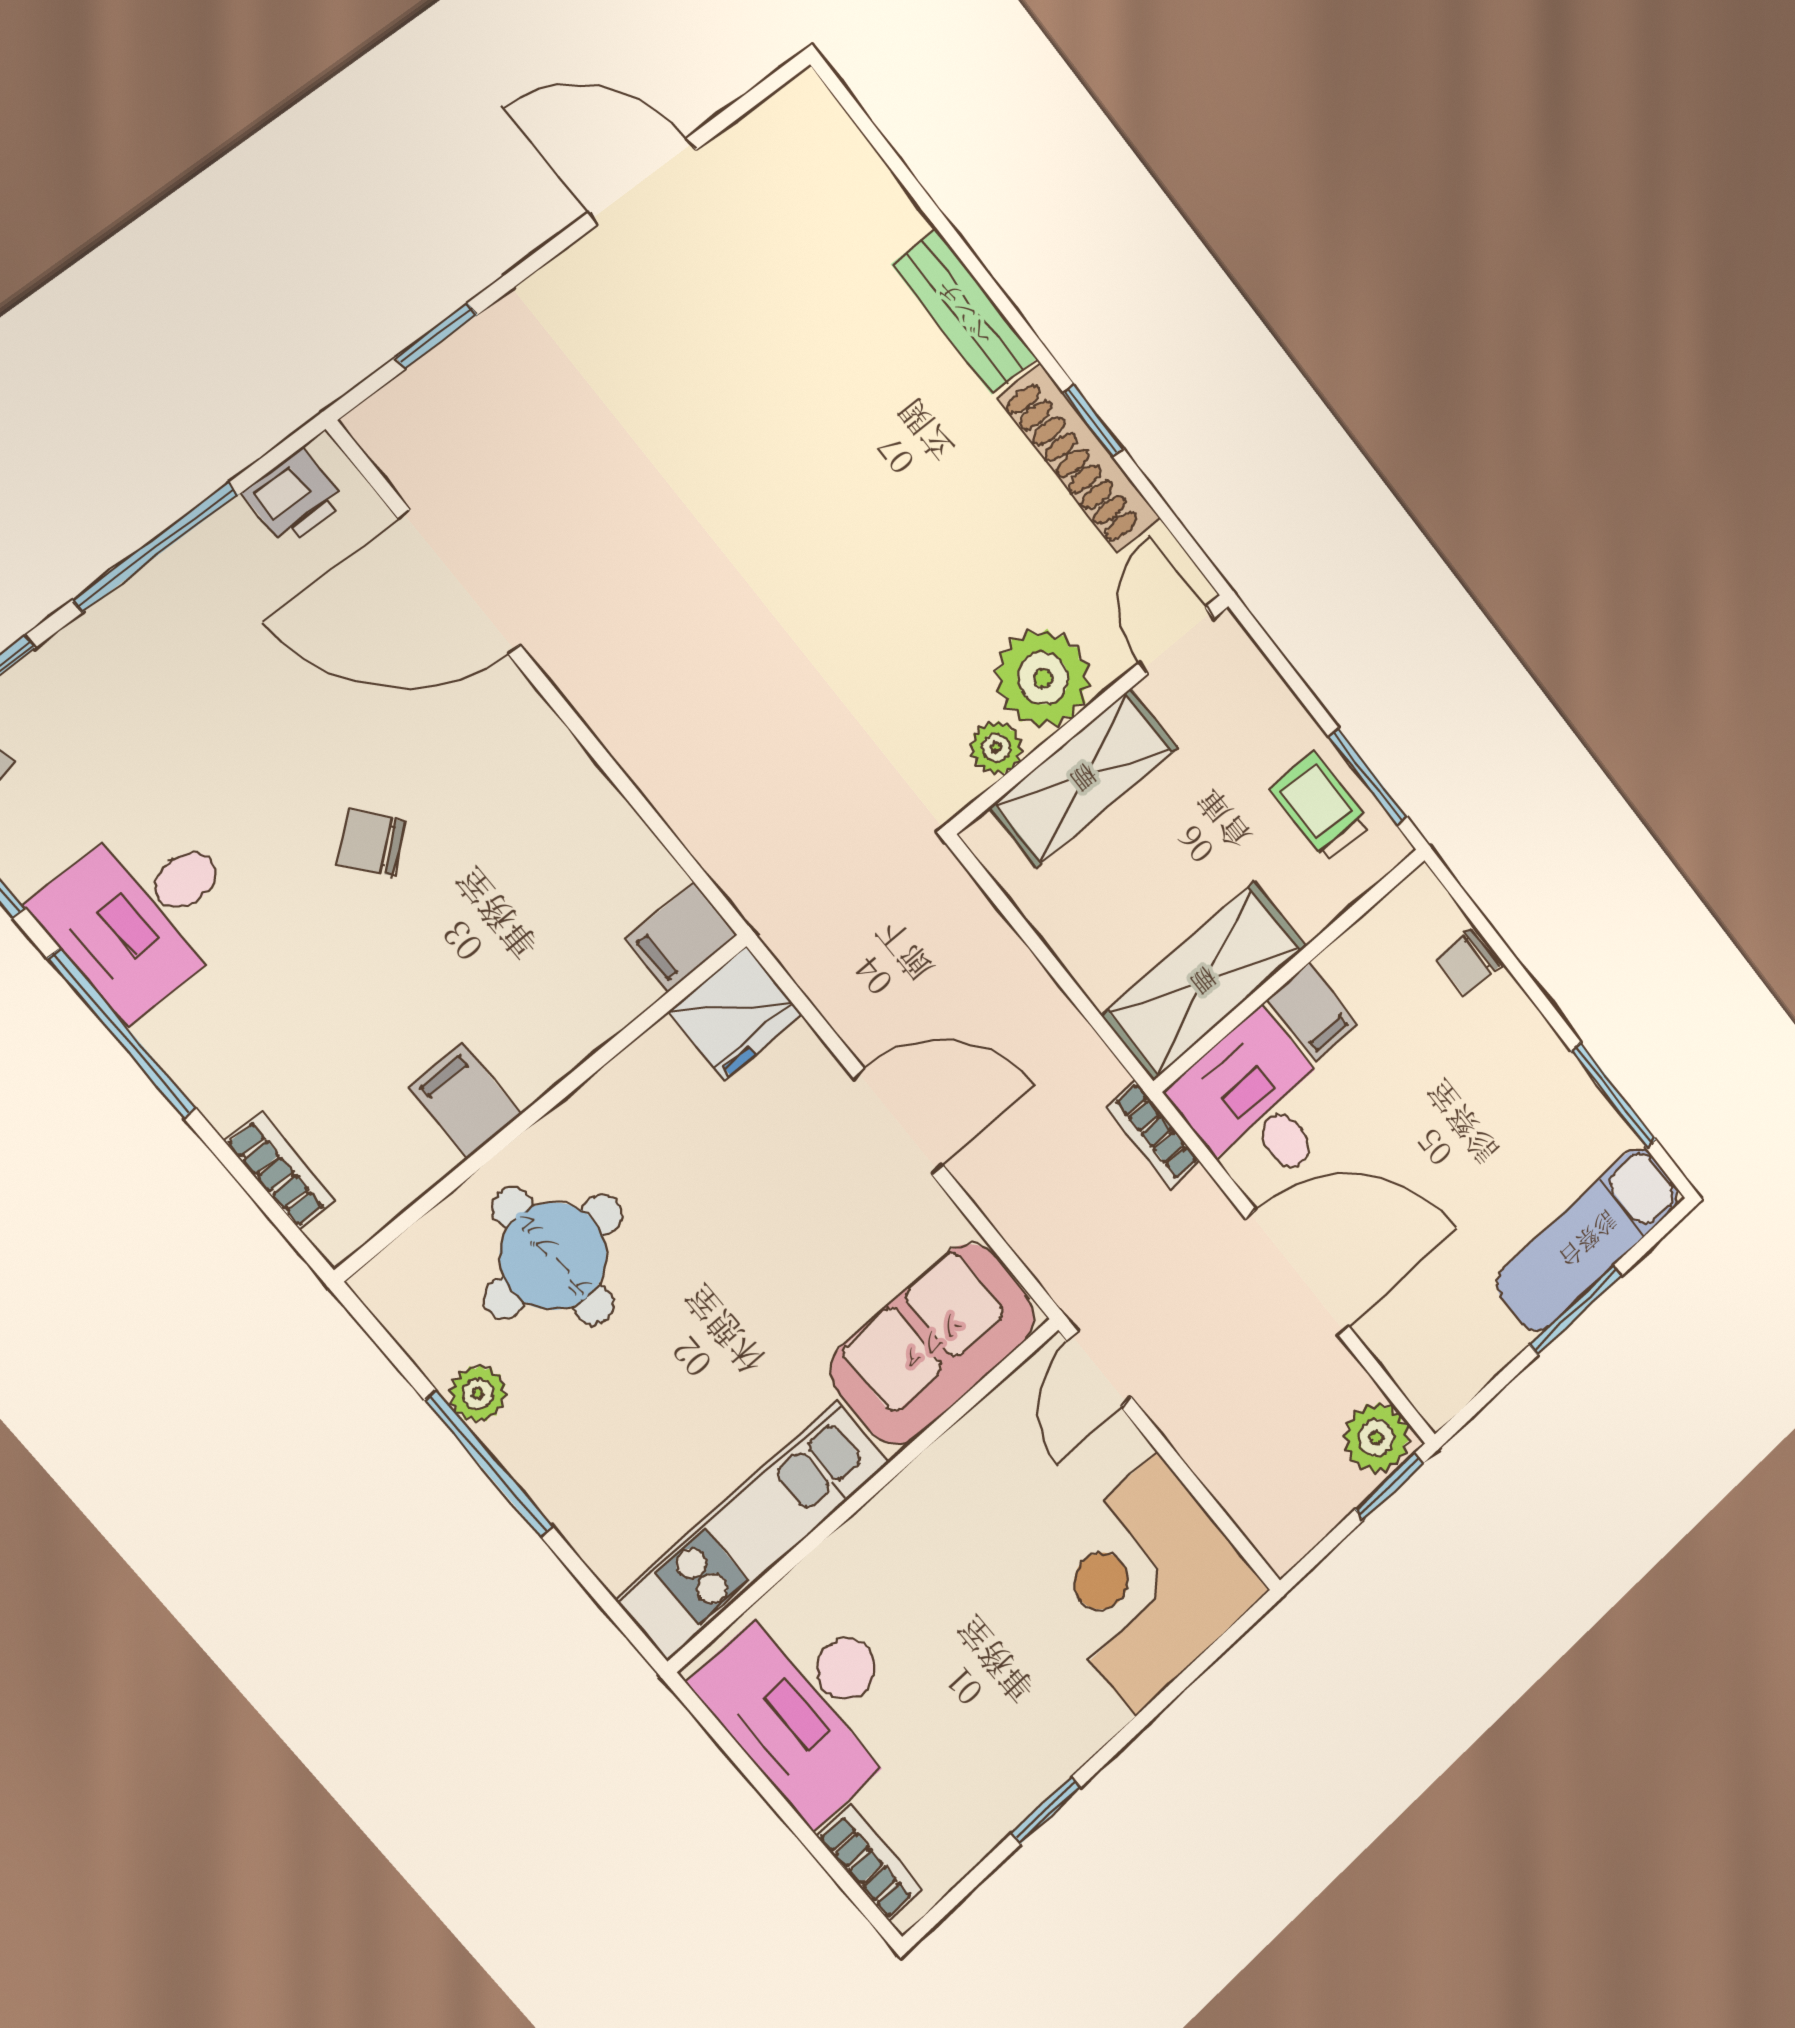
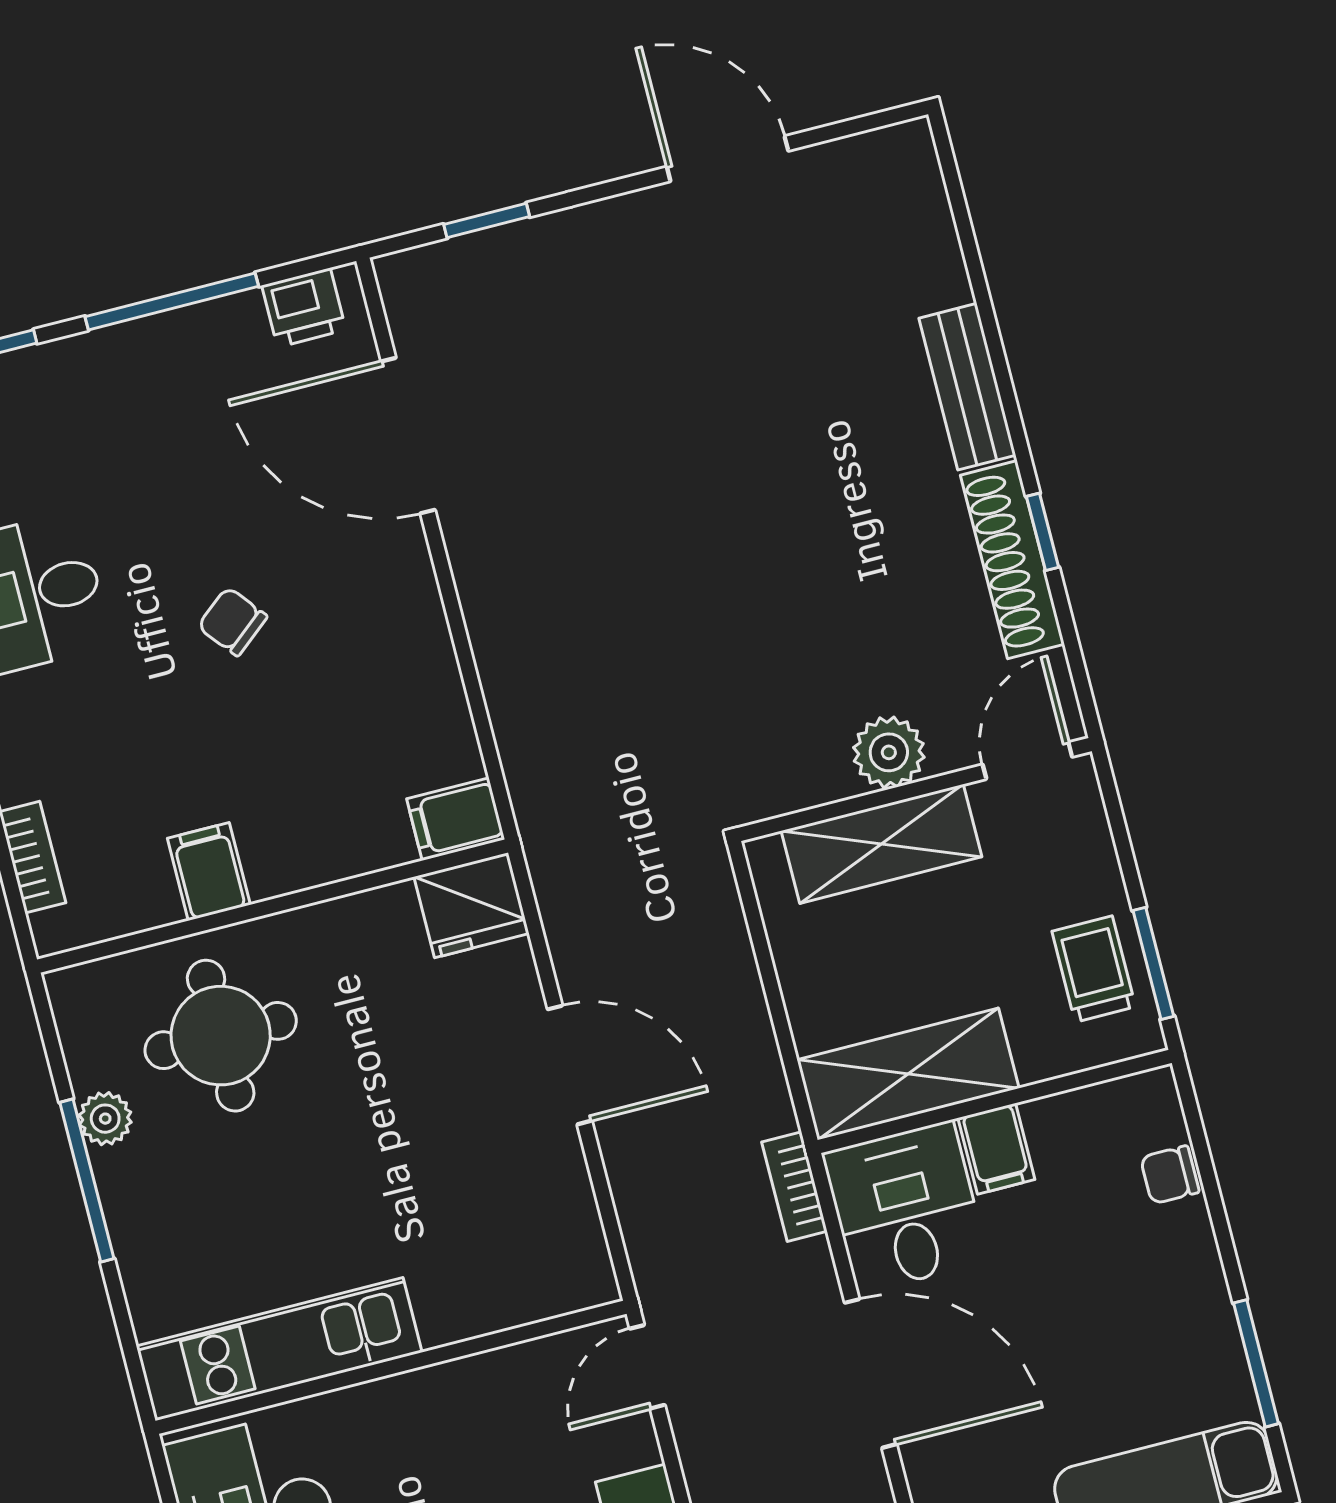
plant: (1043, 678) -> (889, 752), width x0.73, depth x0.73
plant: (996, 748) -> (813, 782), removed
sofa: (933, 1344) -> (510, 1270), removed

